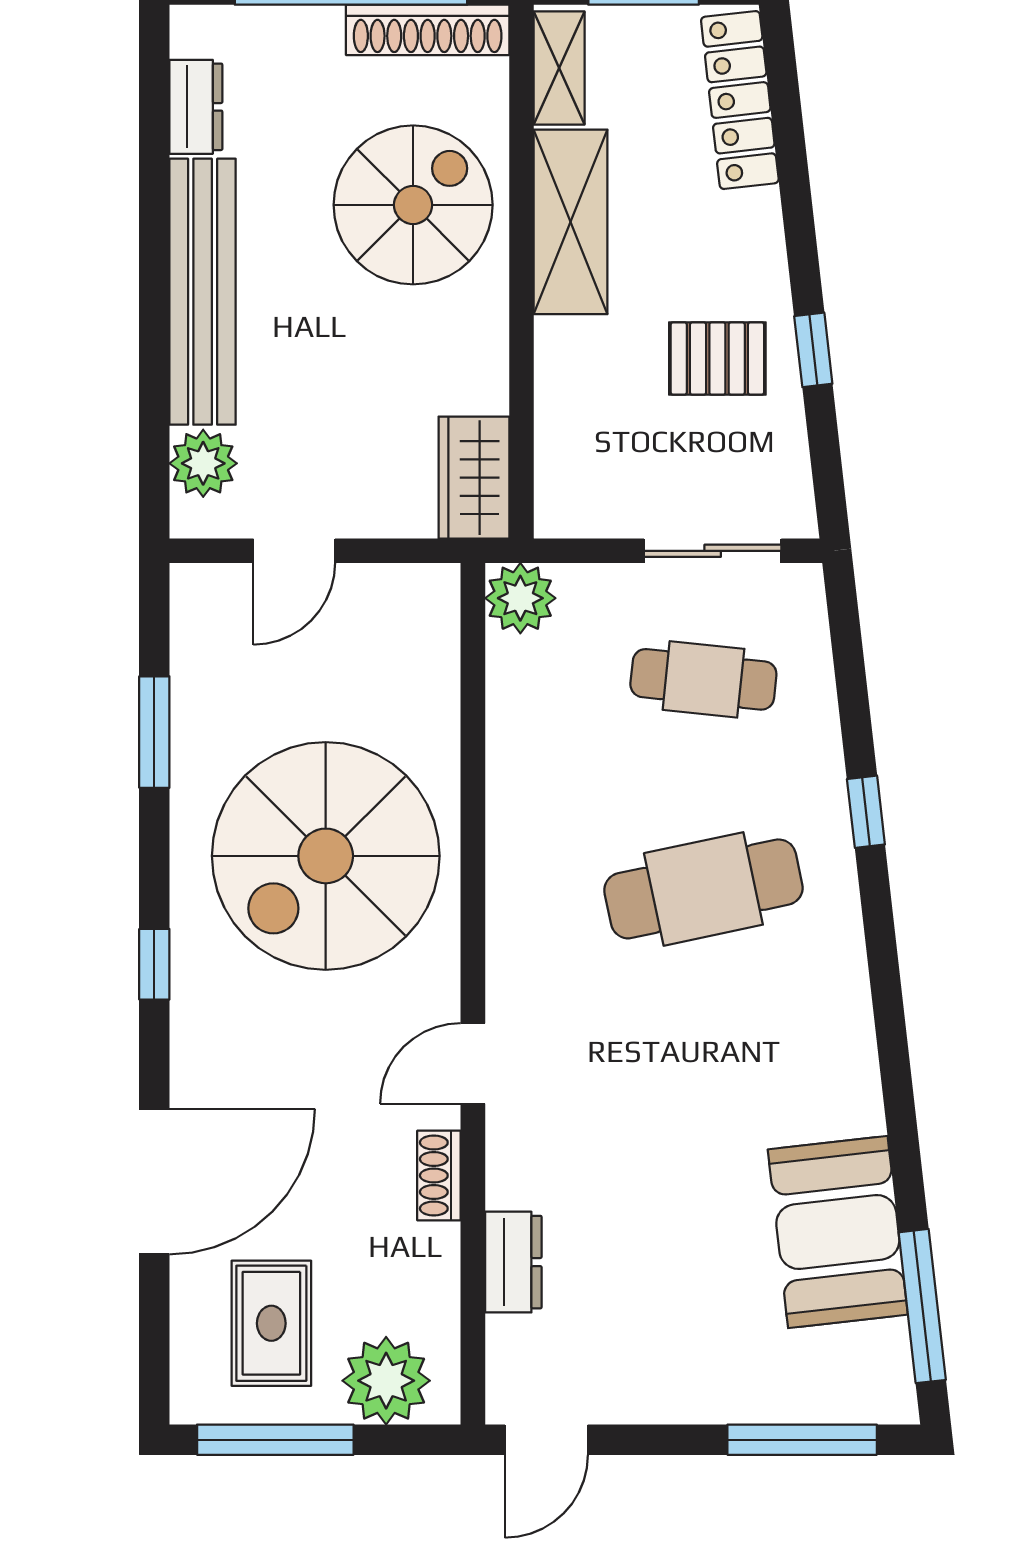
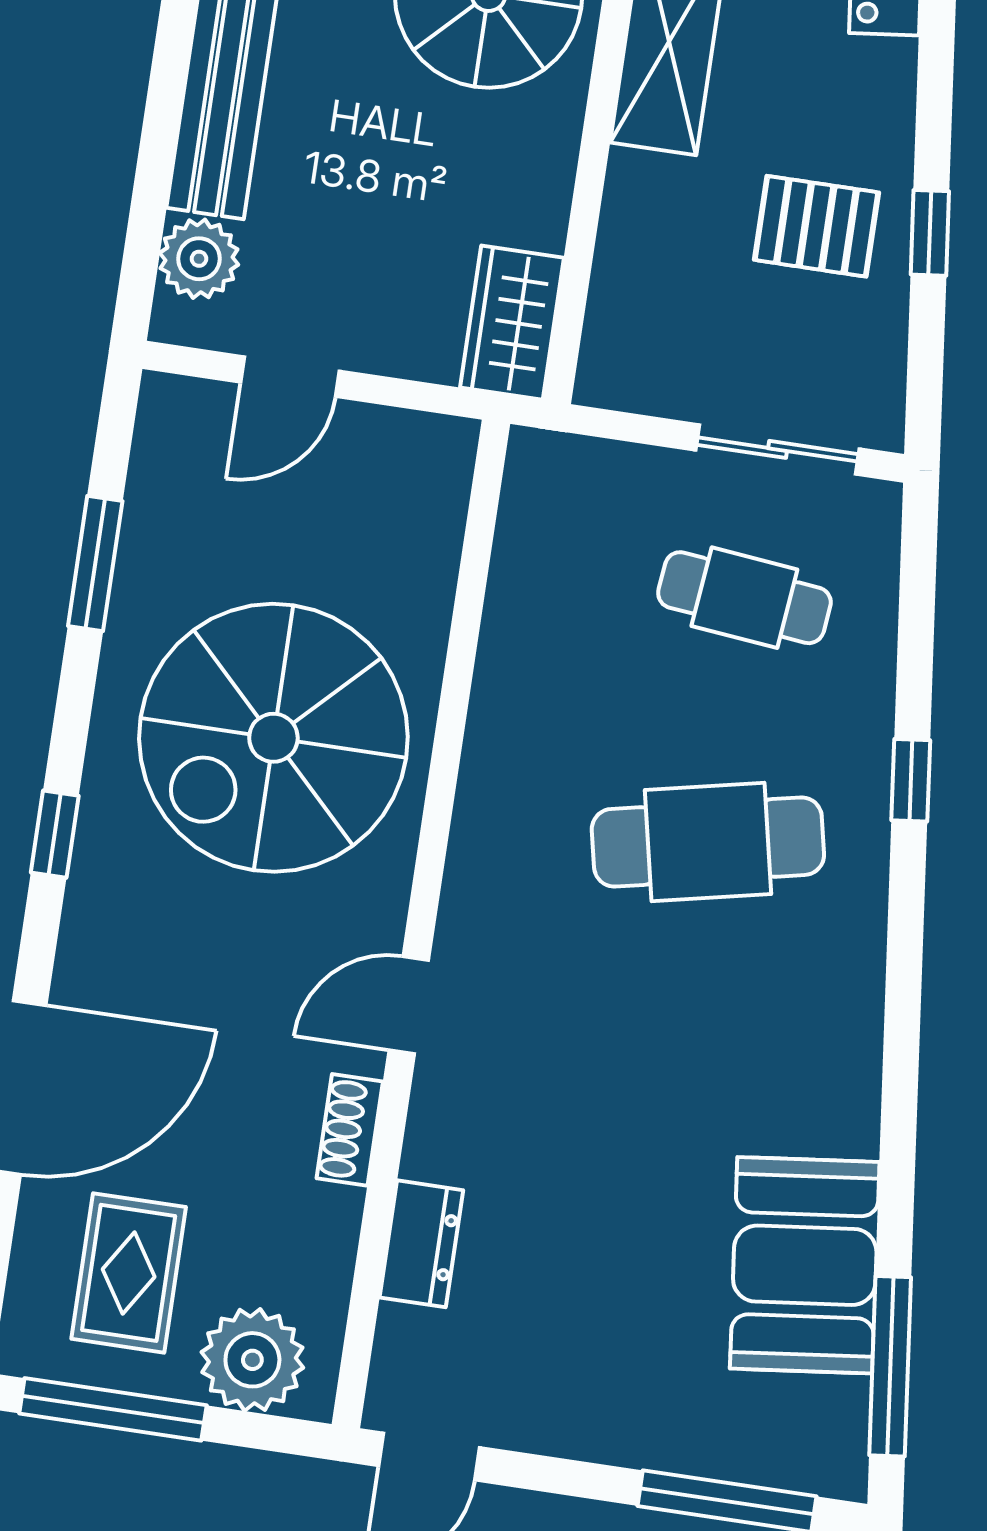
plant: (520, 598) -> (545, 471), removed

